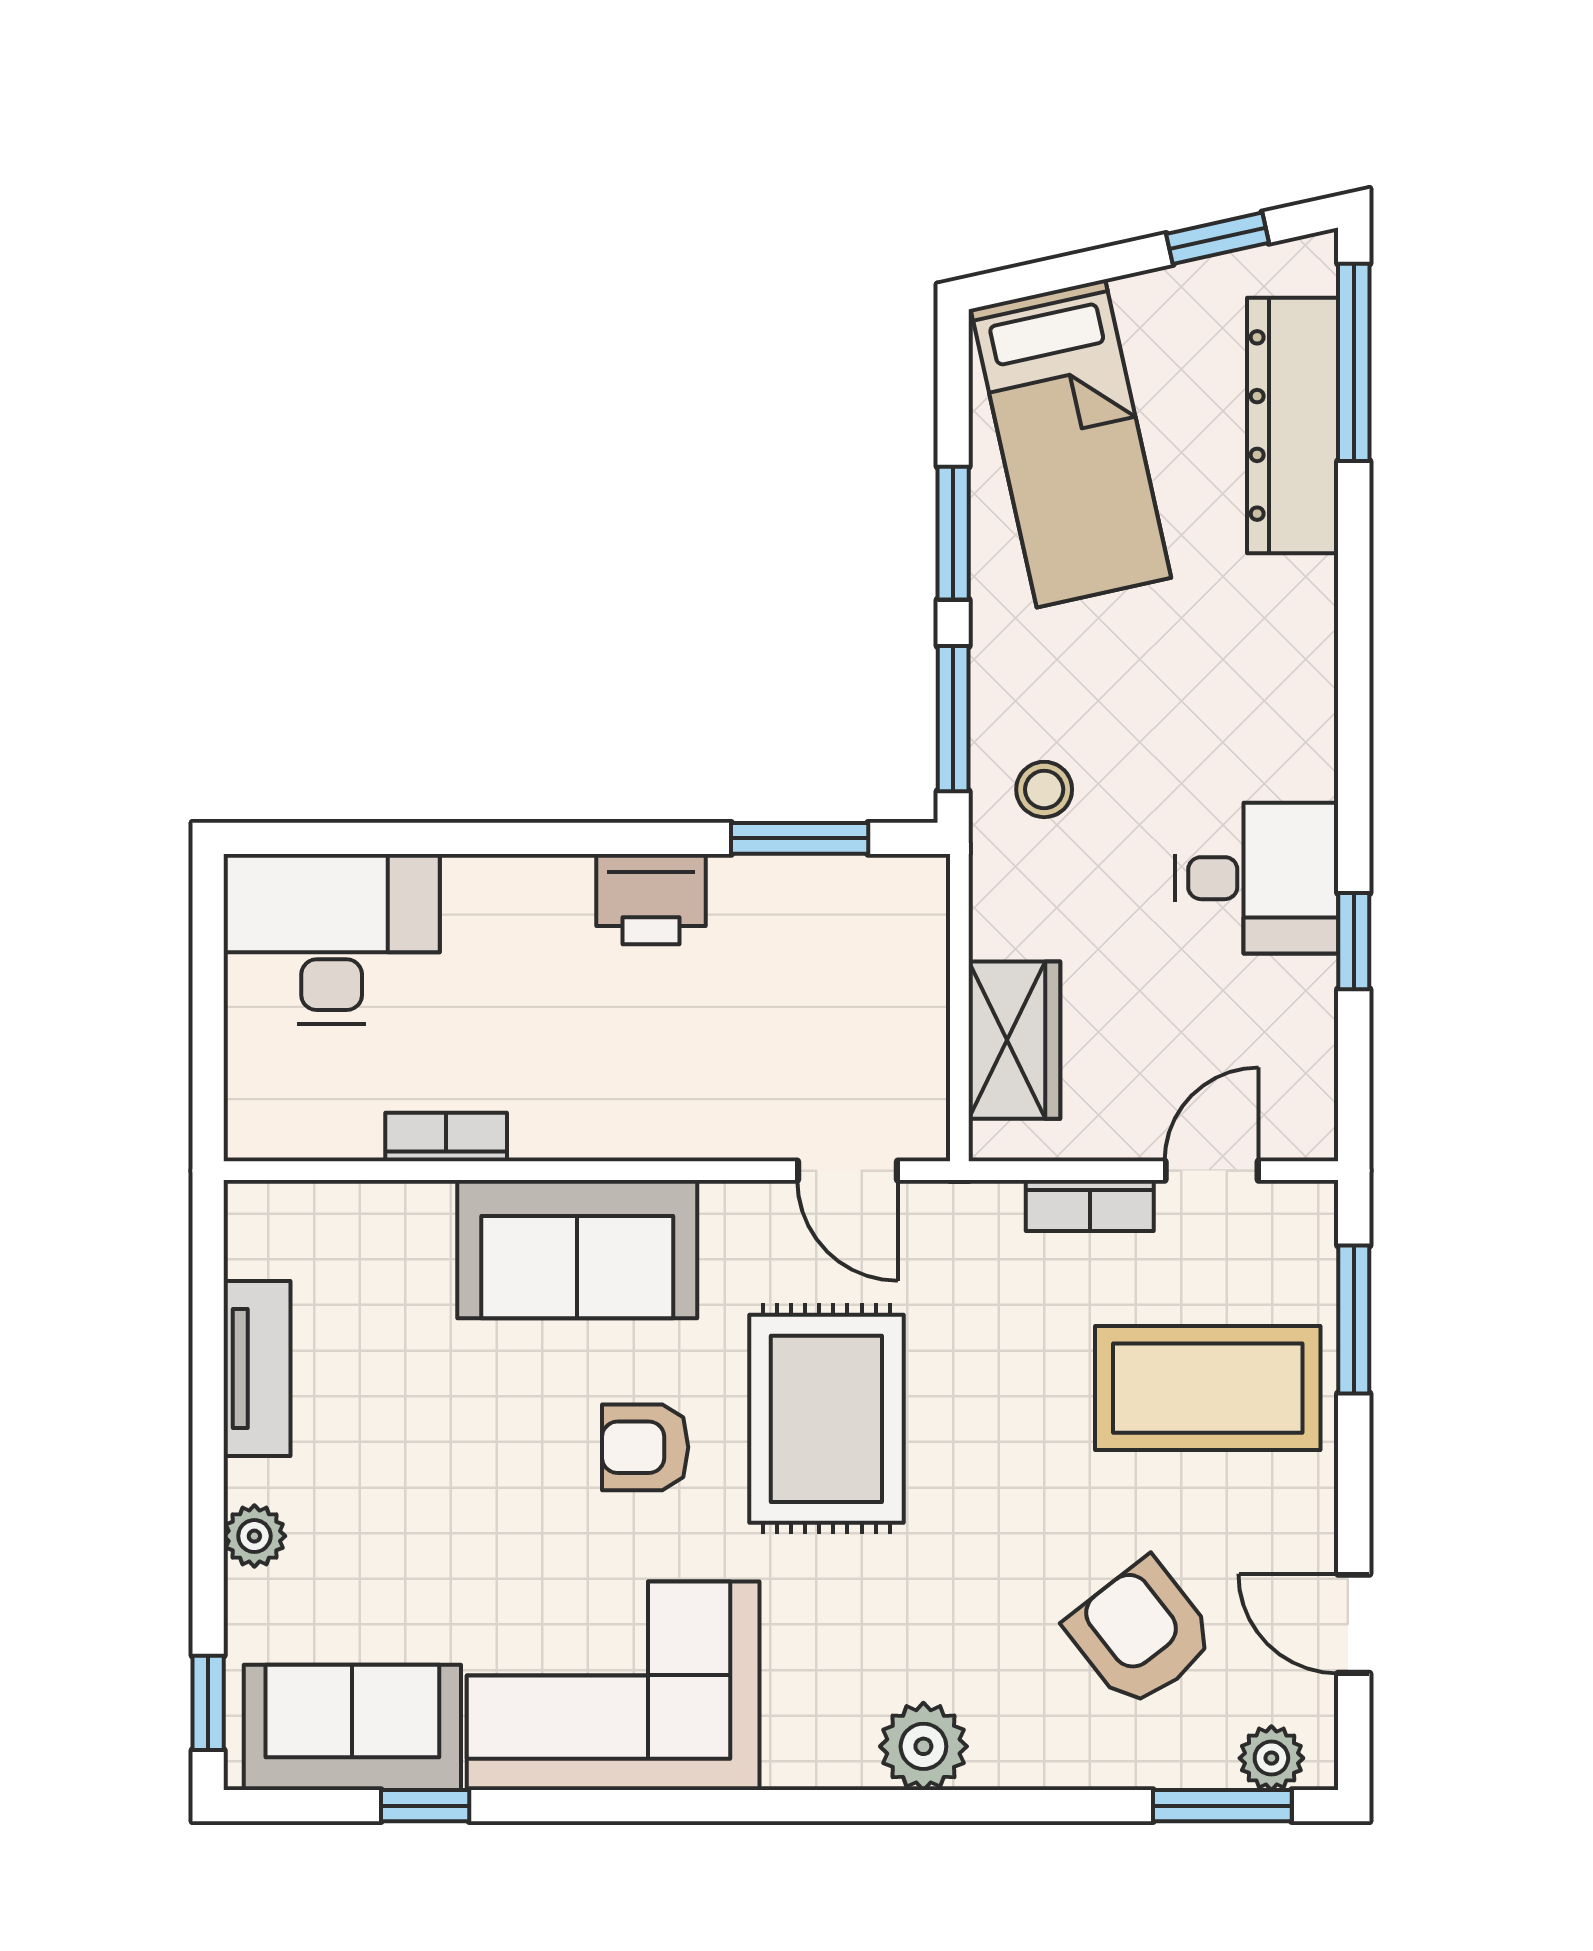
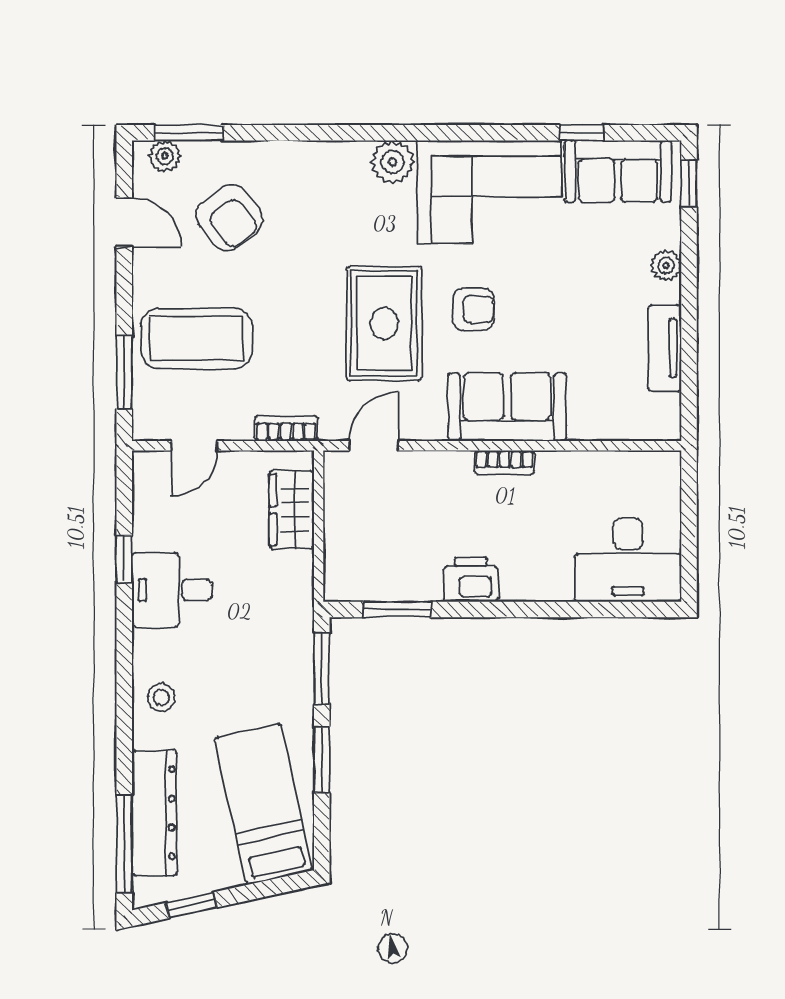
stool: (1044, 789) -> (161, 697), moved
bookcase: (446, 1137) -> (505, 462), moved
door: (848, 1171) -> (374, 446), hinge flipped
bookcase: (1090, 1205) -> (286, 428), moved
plant: (923, 1746) -> (393, 162), moved

